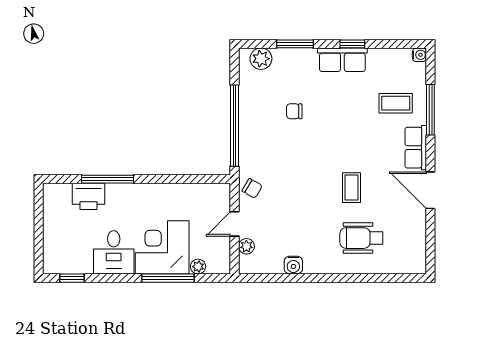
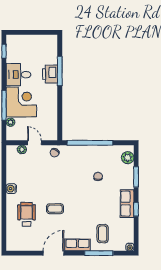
printer: (89, 196) -> (50, 74), moved
water cooler: (293, 265) -> (11, 189), moved

